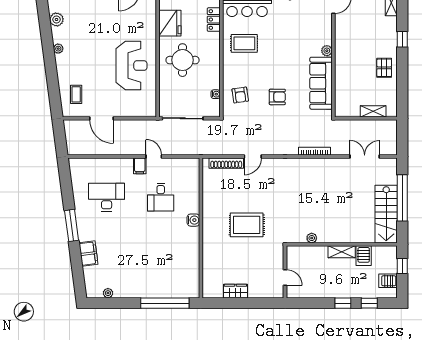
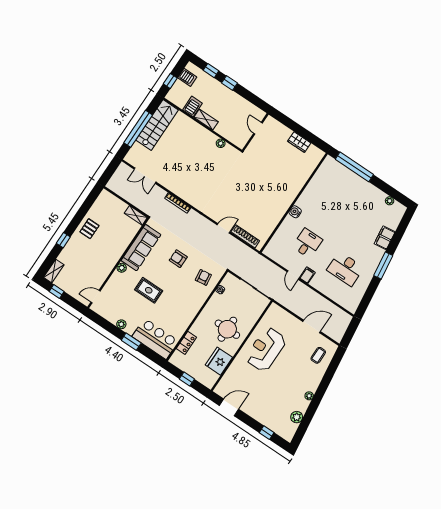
rug: (244, 43) -> (149, 290), moved
shelving: (373, 111) -> (136, 215), moved
door: (102, 118) -> (312, 327), hinge flipped
rug: (247, 225) -> (260, 183), removed

